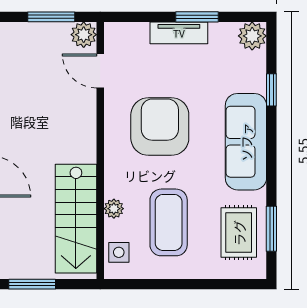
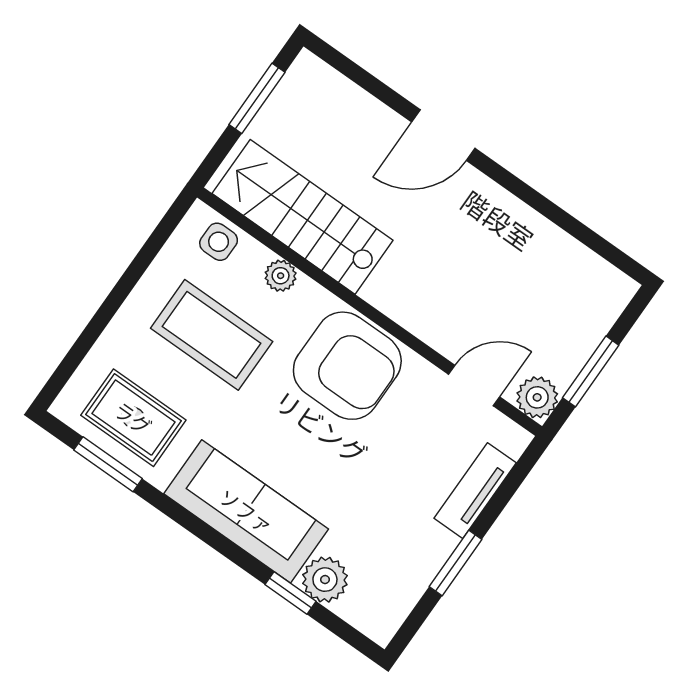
tv unit: (179, 33) -> (475, 491), moved
plant: (252, 36) -> (325, 580), moved
armchair: (160, 127) -> (347, 366), moved

